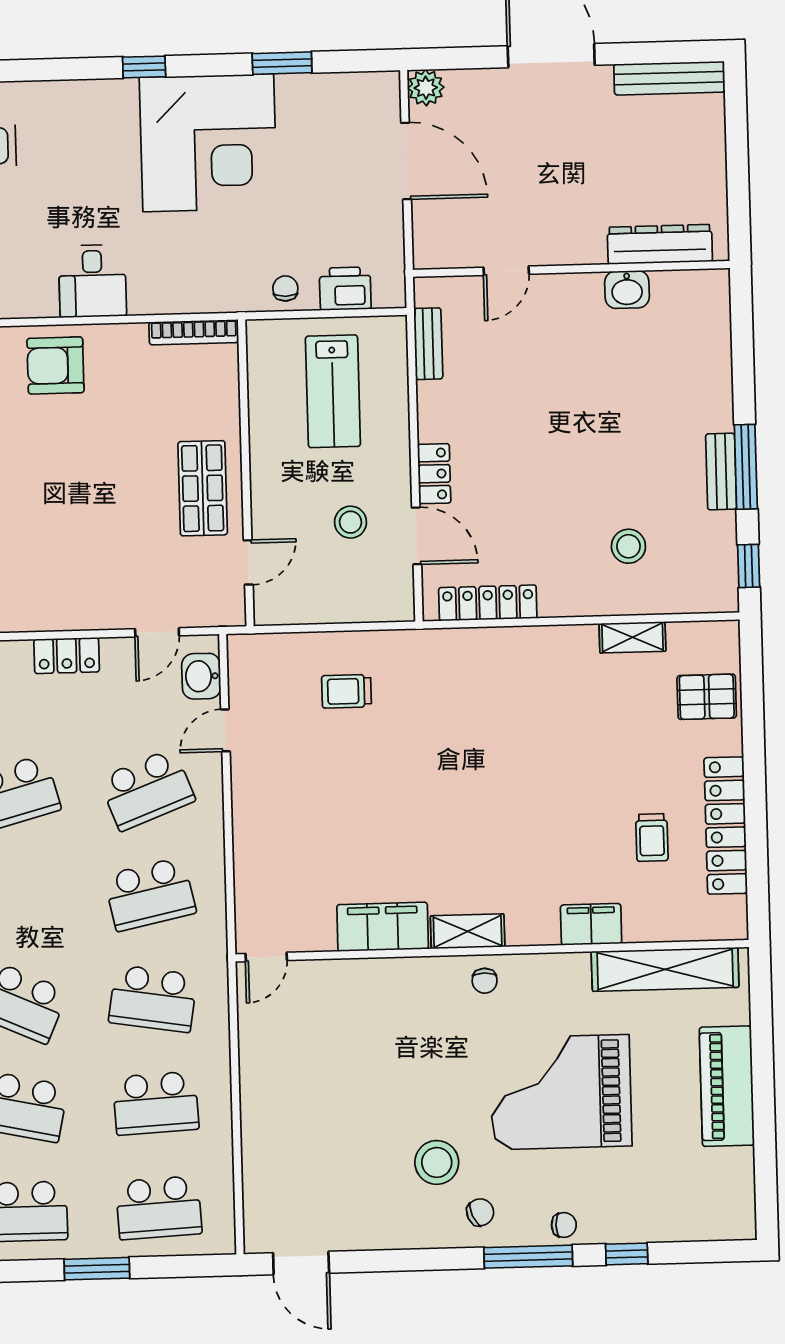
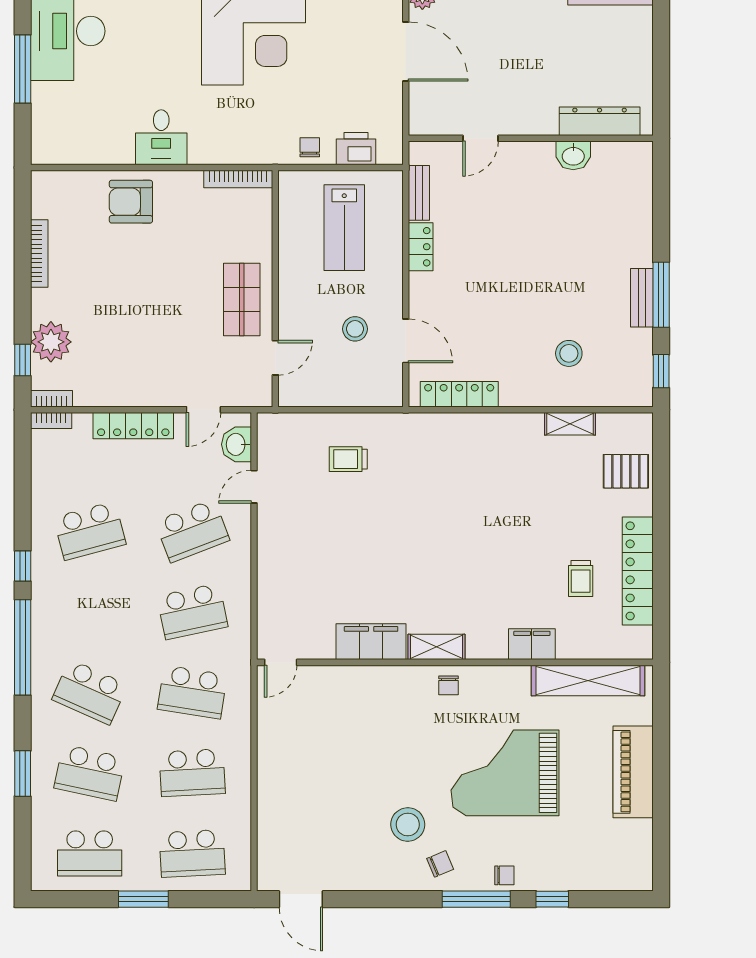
locker: (434, 474) -> (421, 247), moved
locker: (67, 656) -> (133, 426), width x1.53

